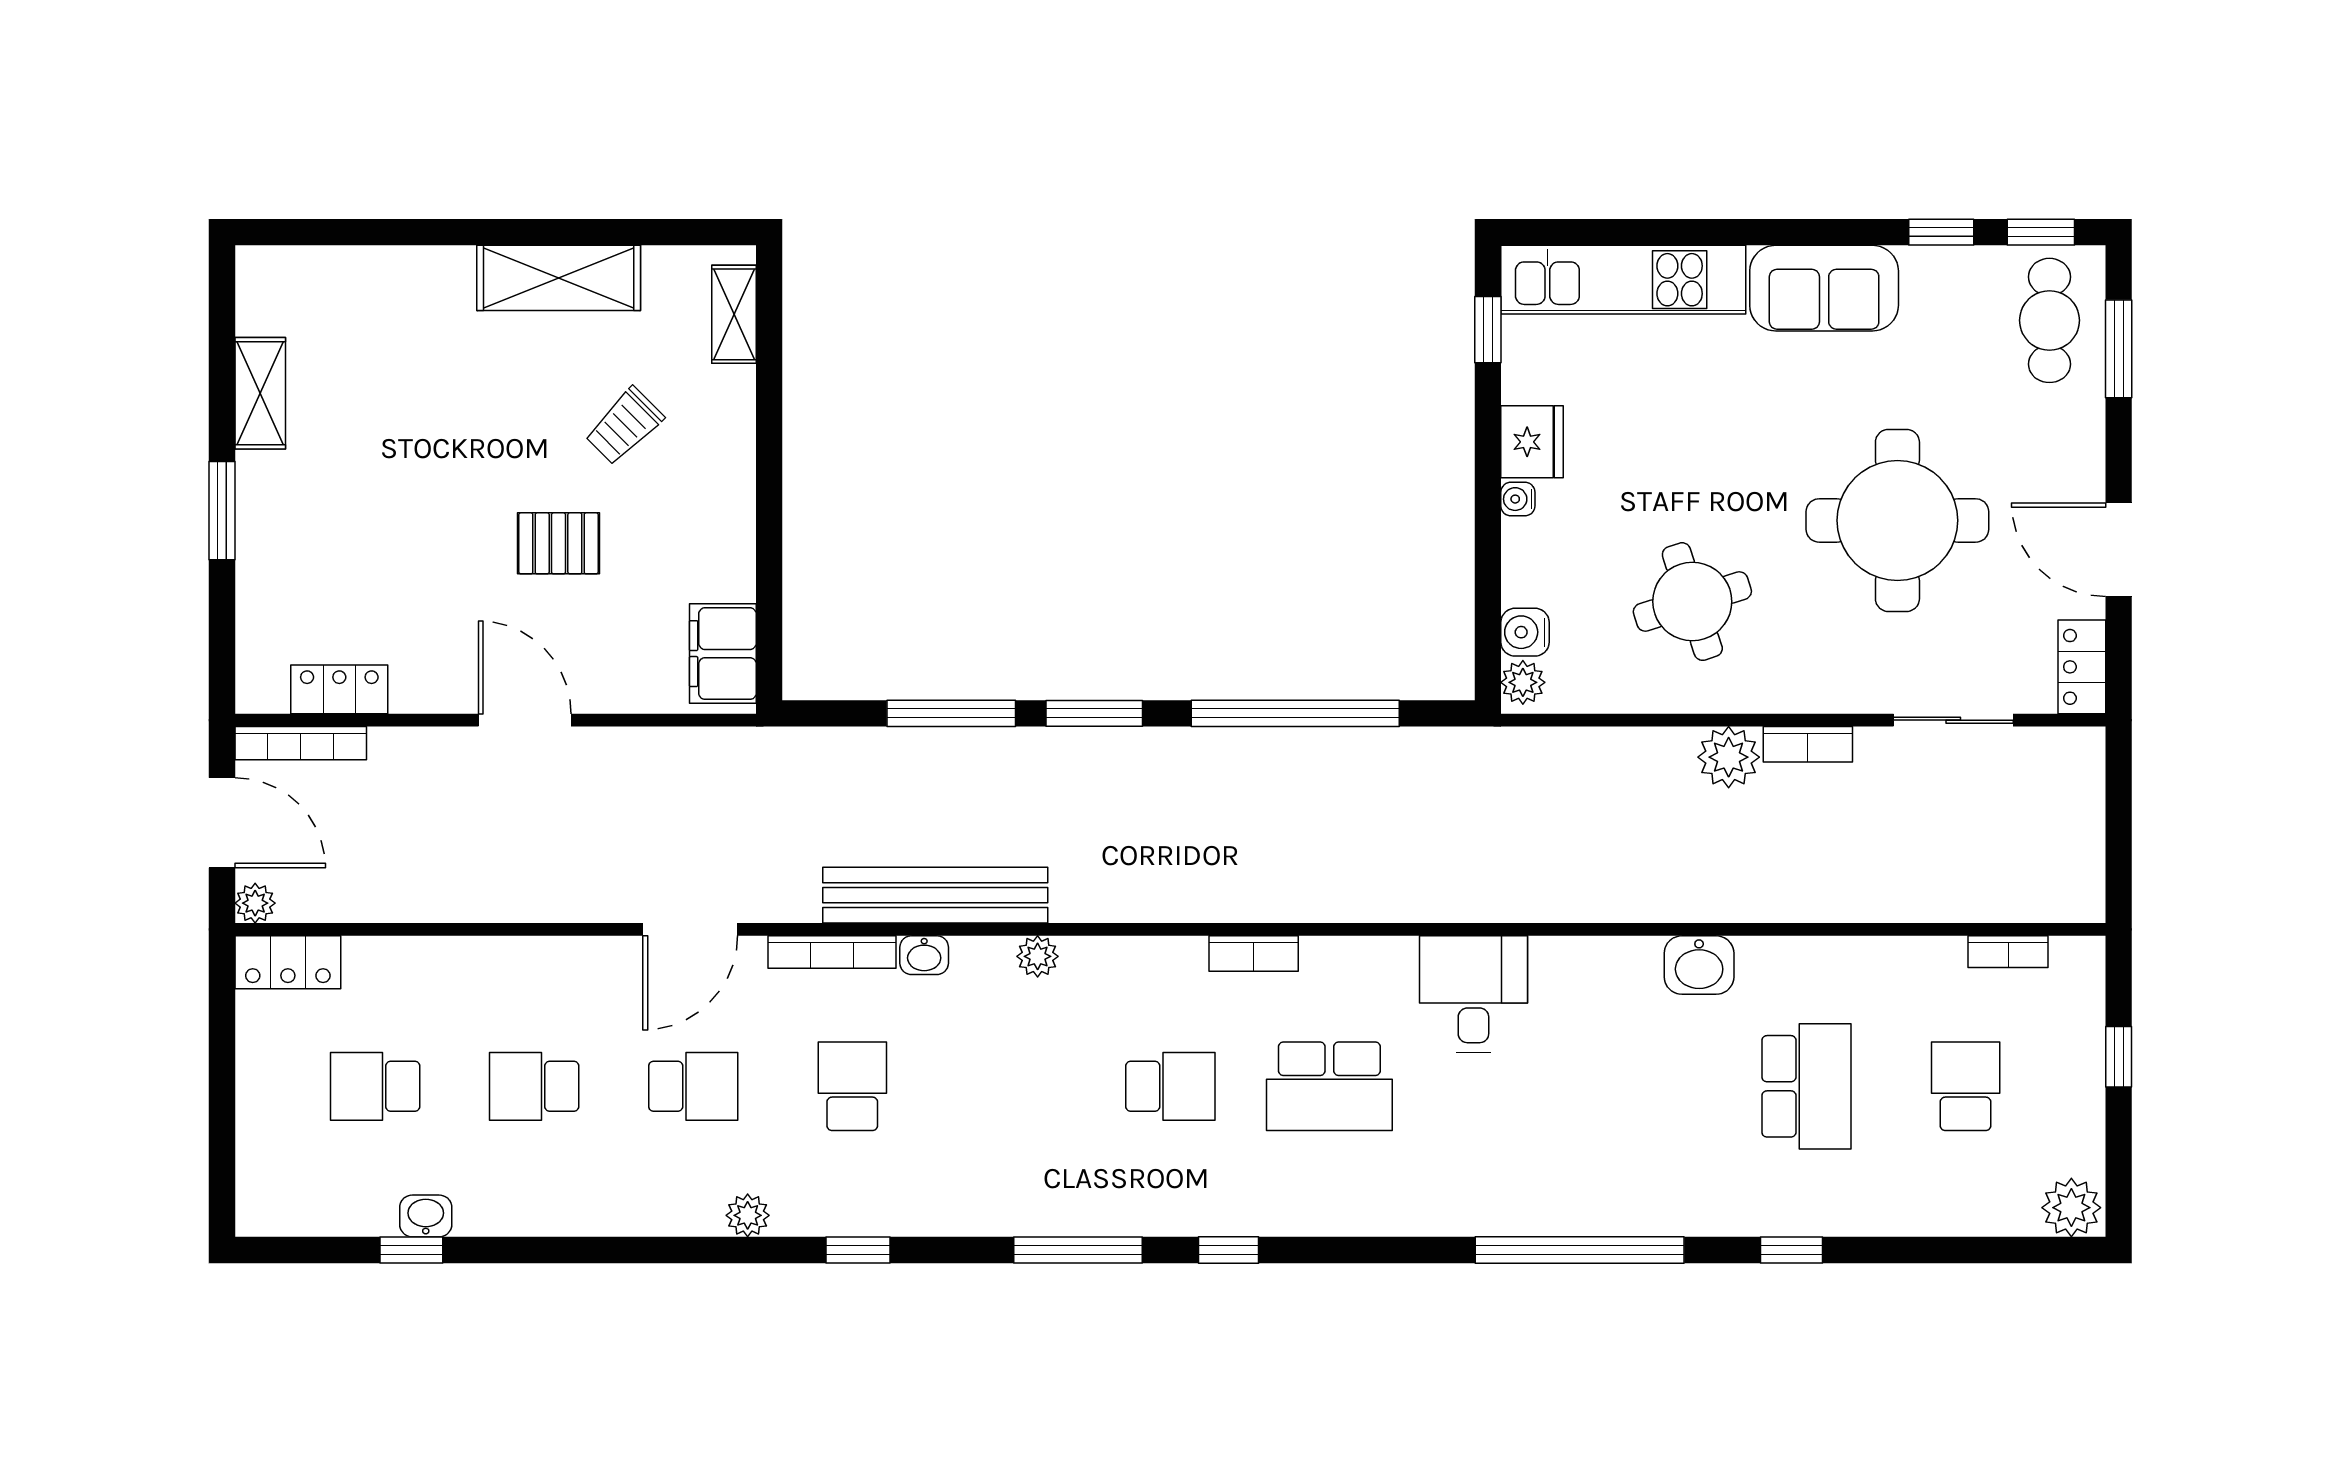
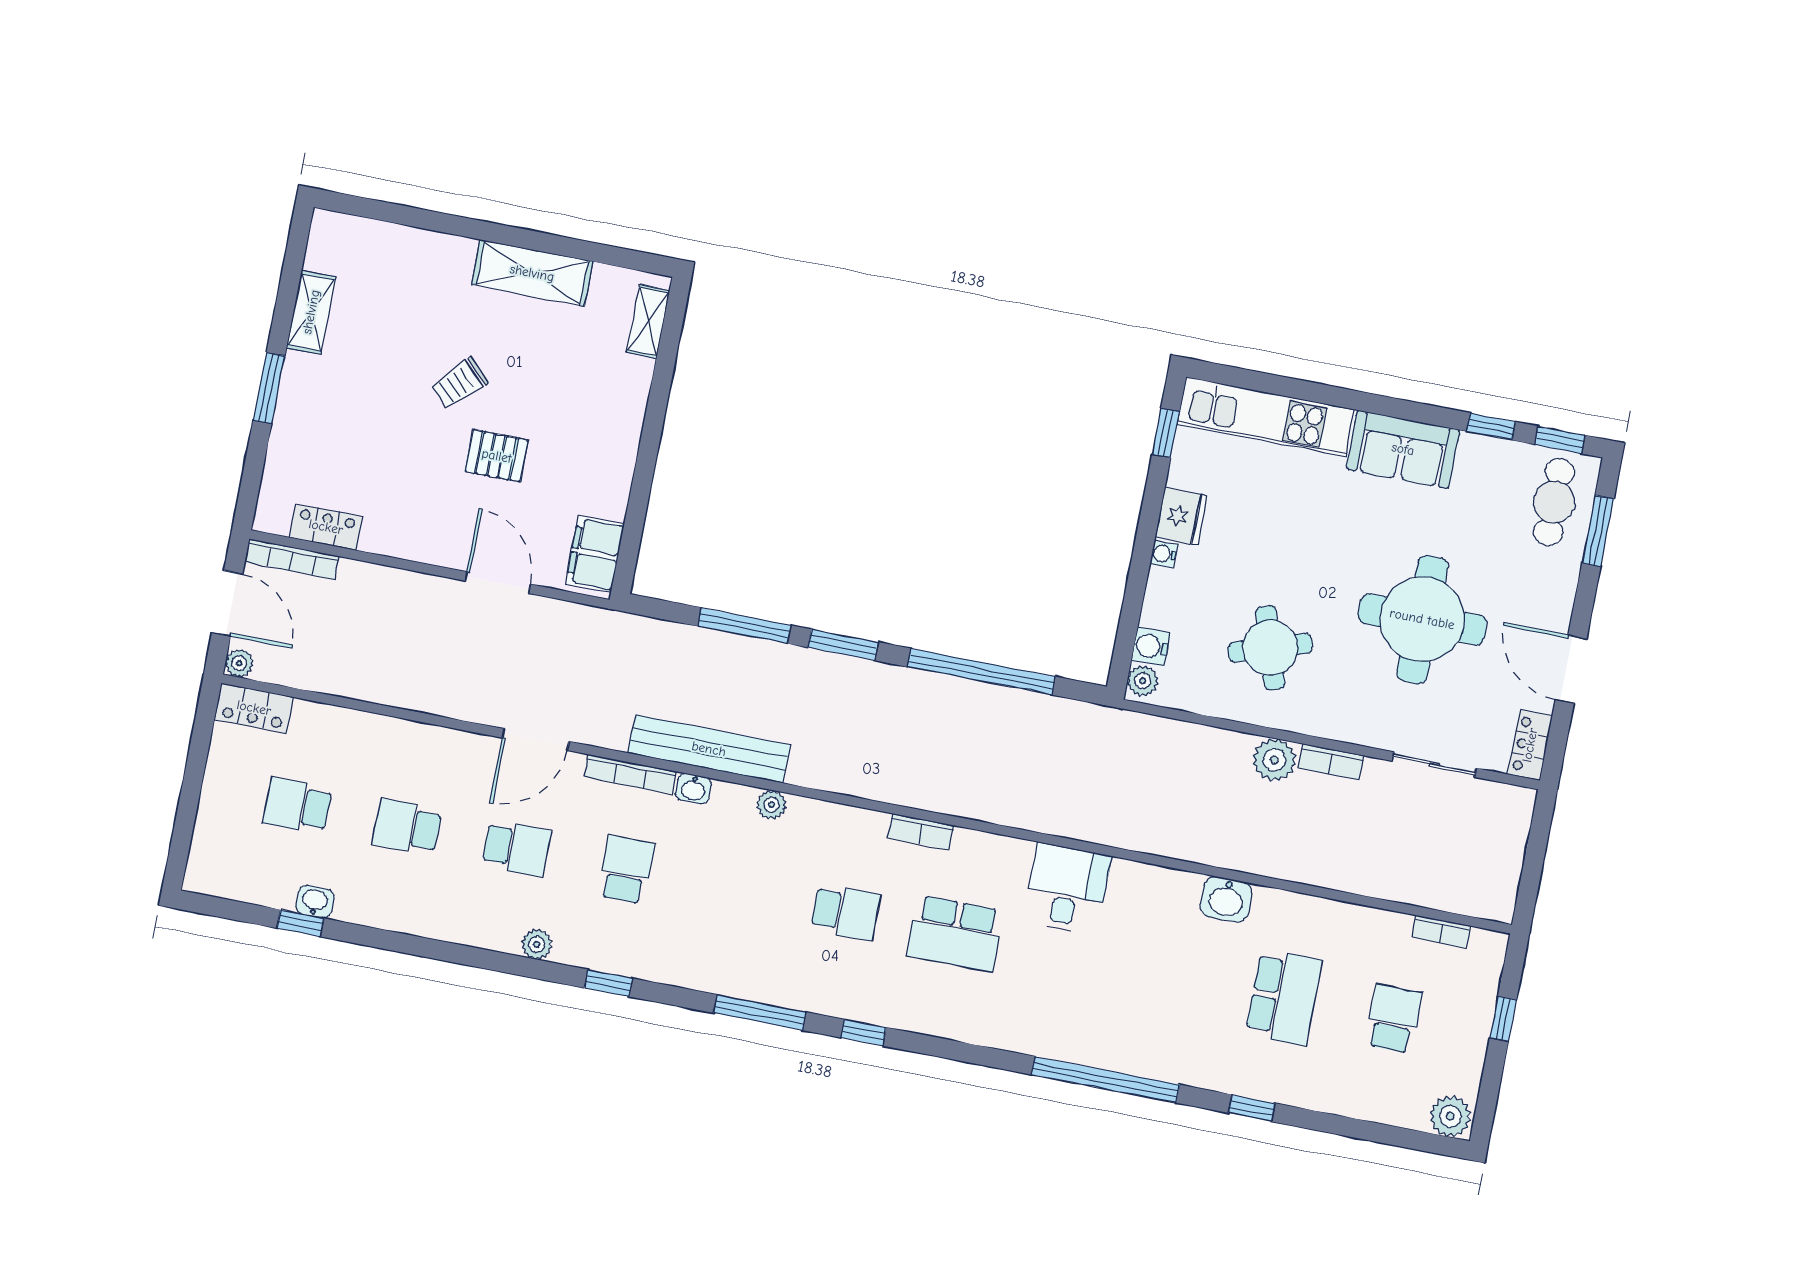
trolley: (624, 426) -> (460, 383), moved
door: (525, 720) -> (498, 583), moved

